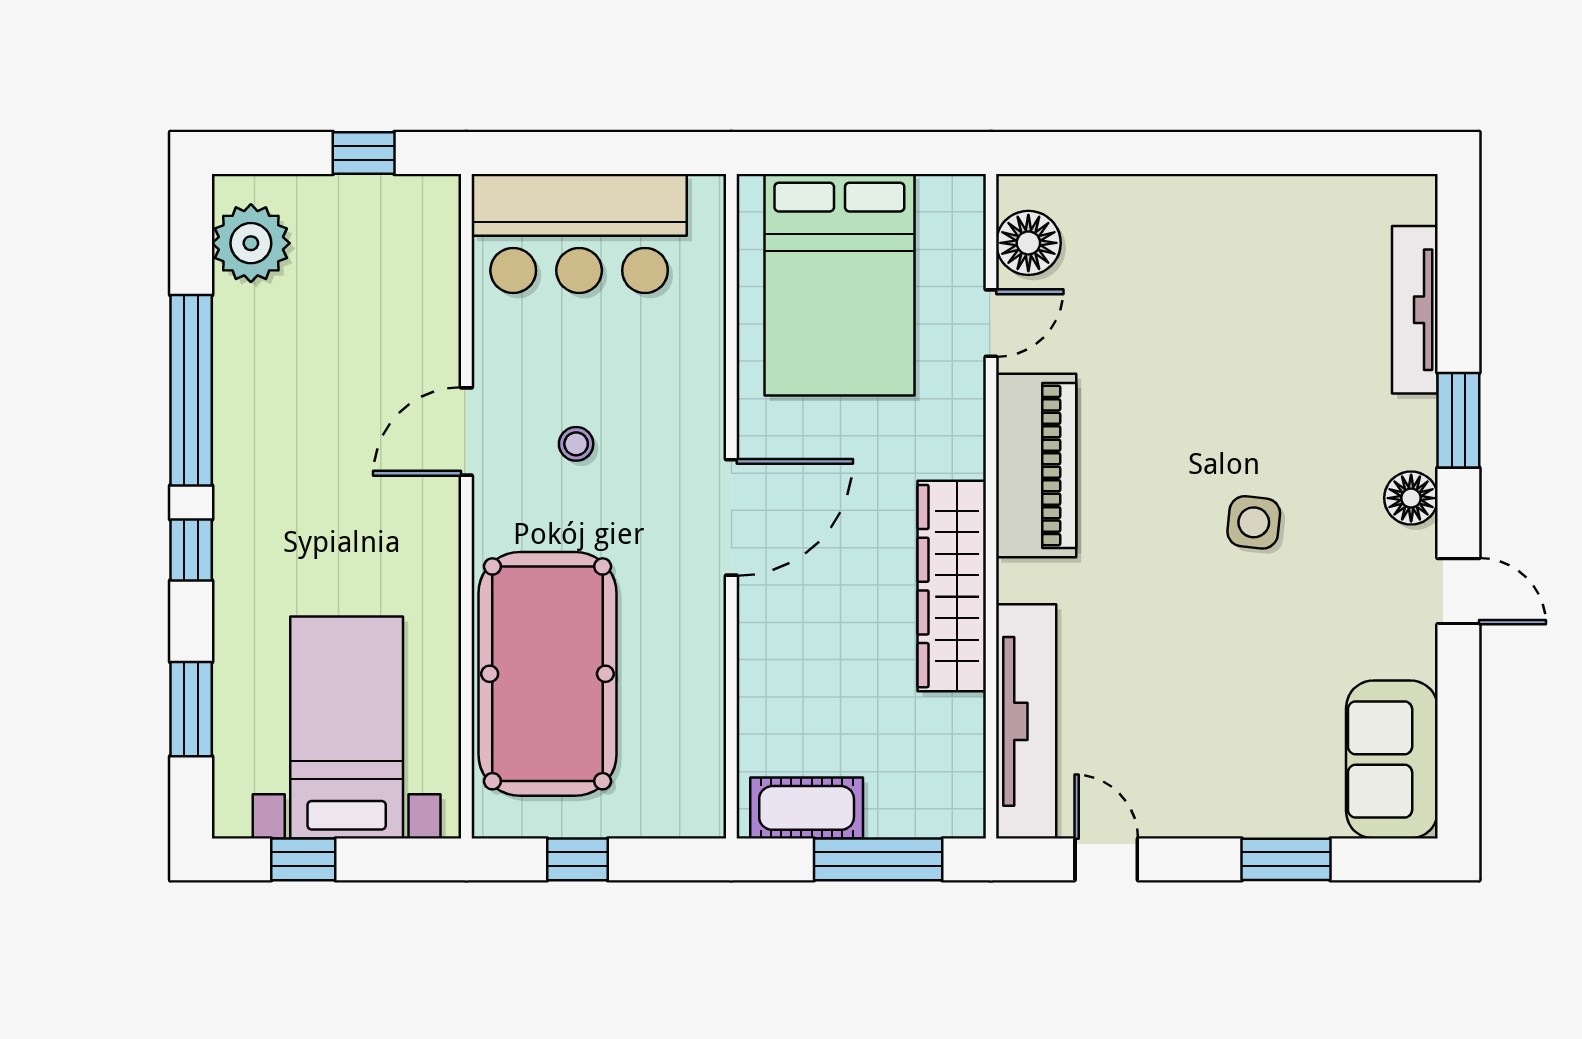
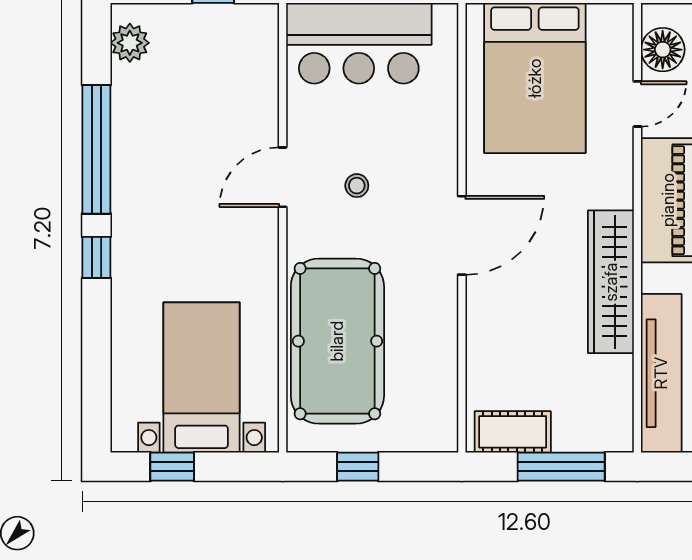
plant: (251, 243) -> (130, 43), width x0.73, depth x0.73
window: (191, 709) -> (96, 365), removed

